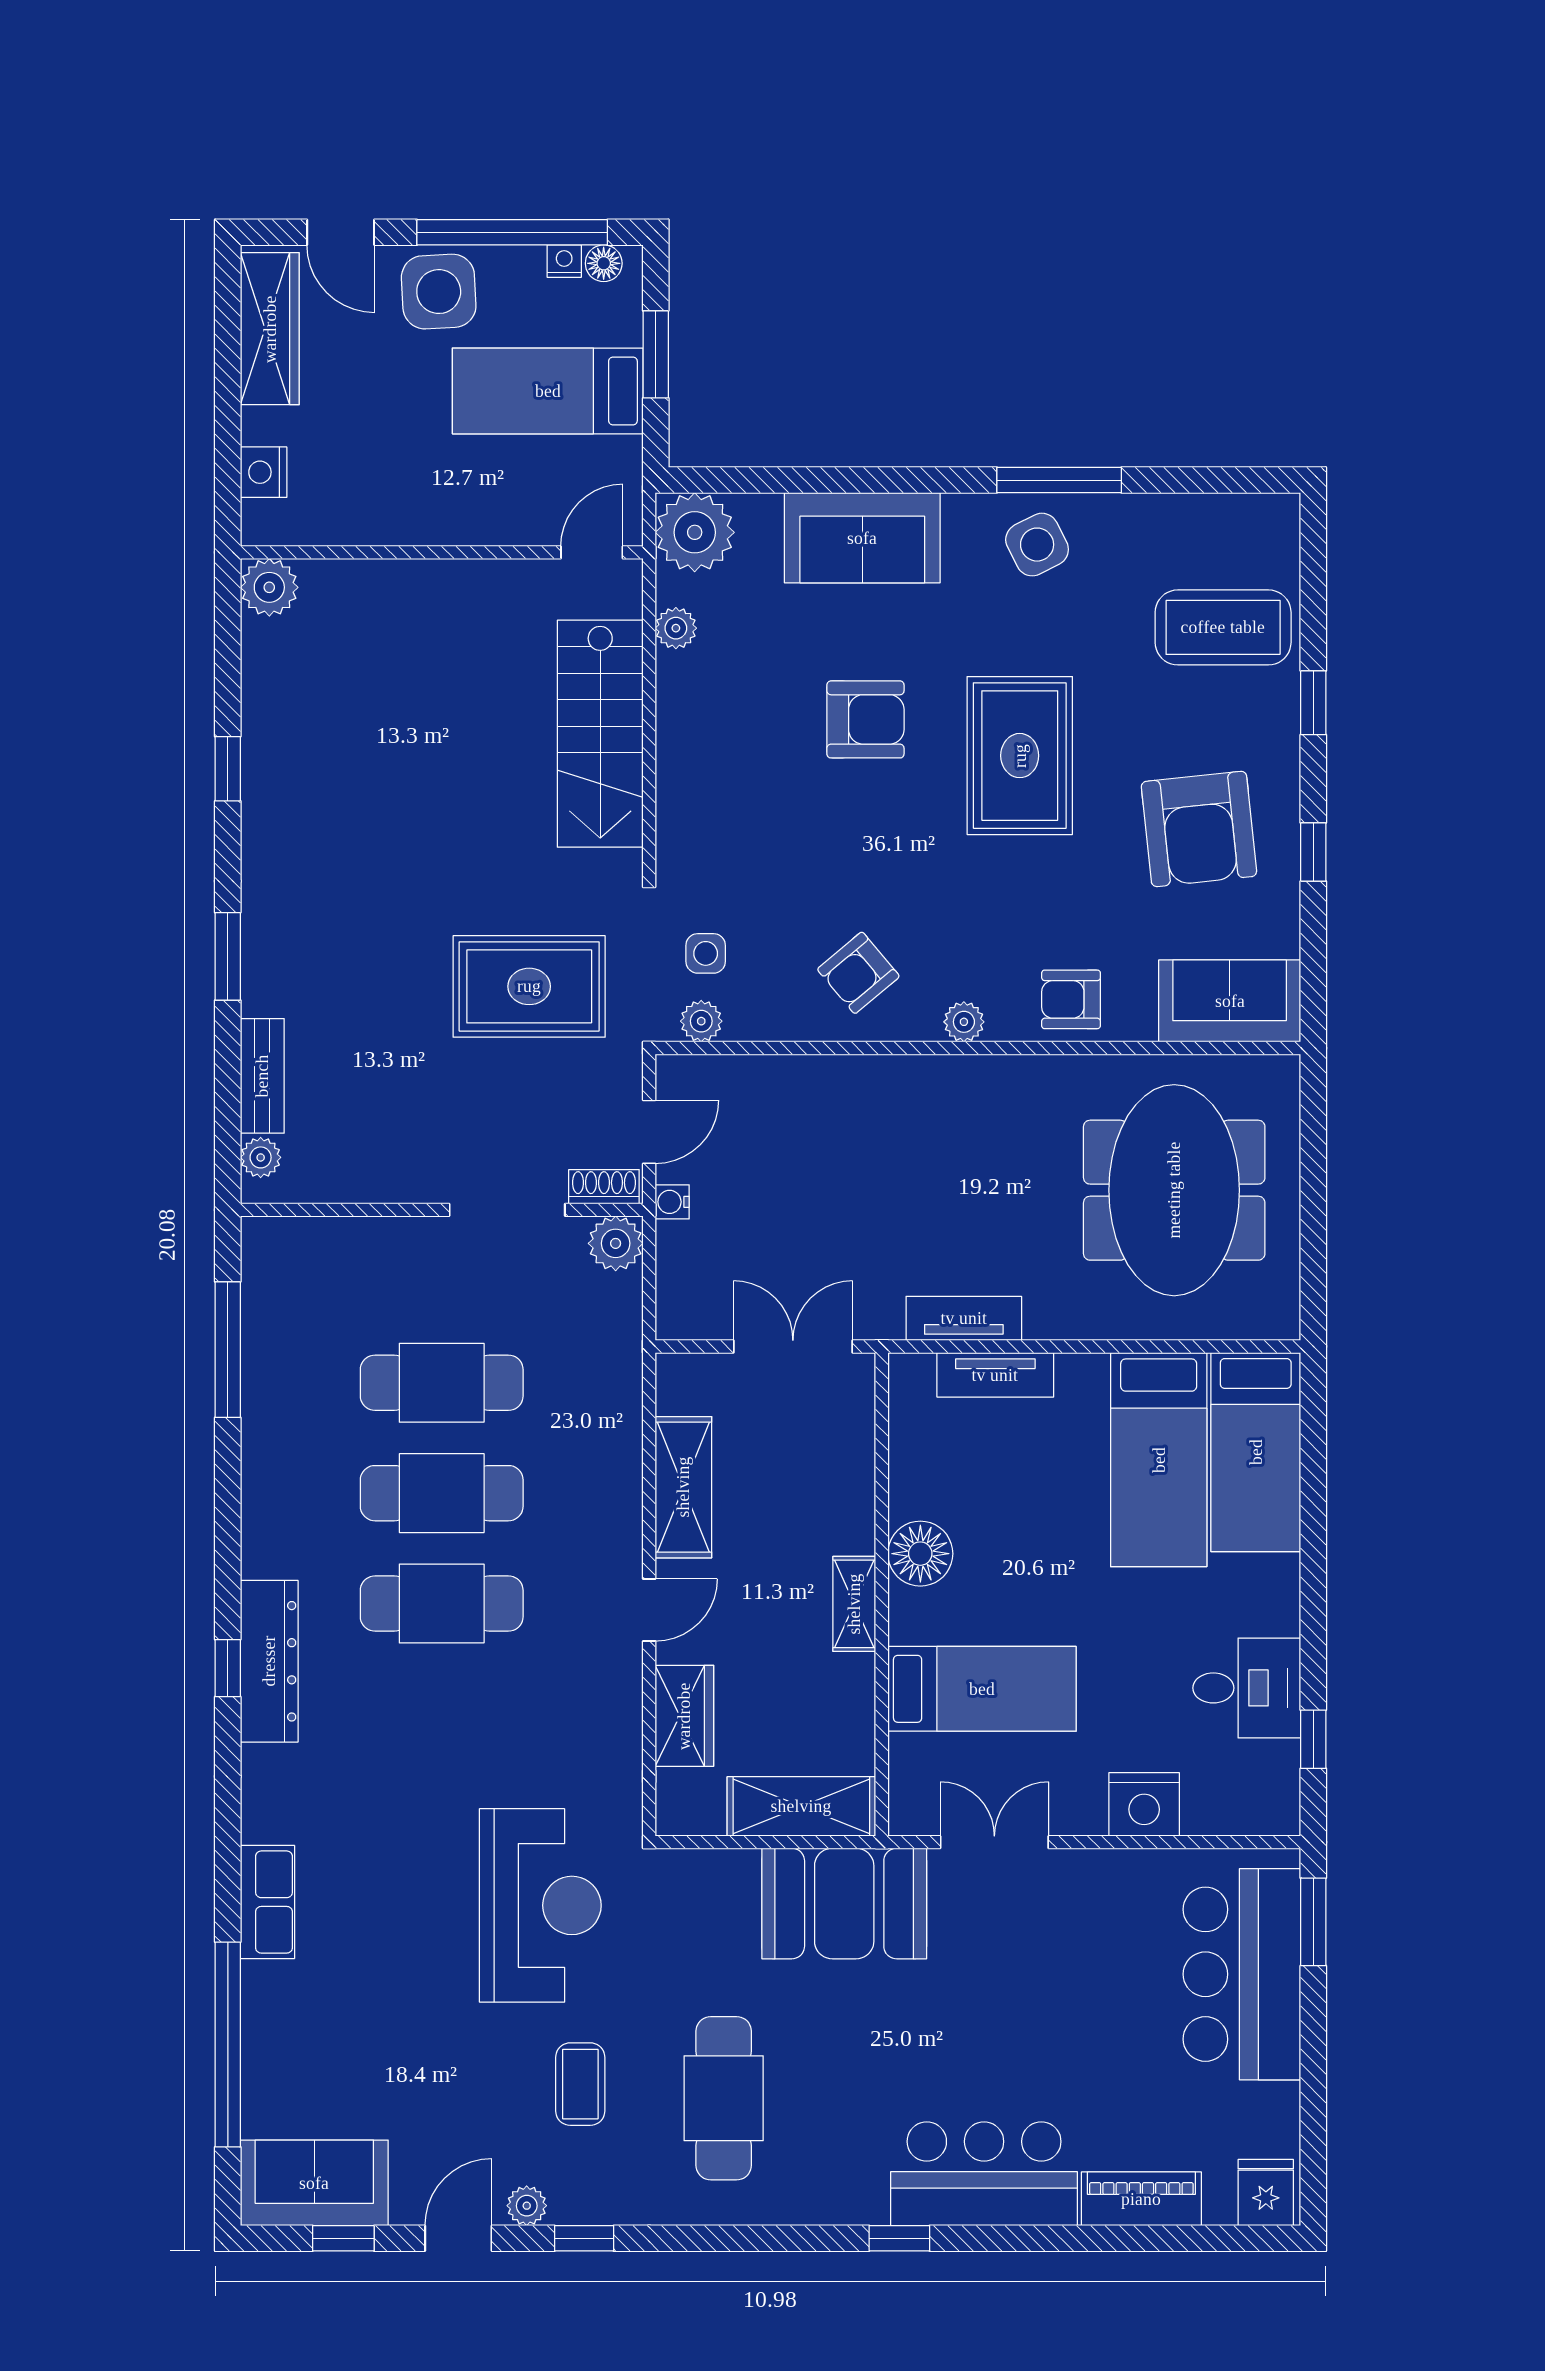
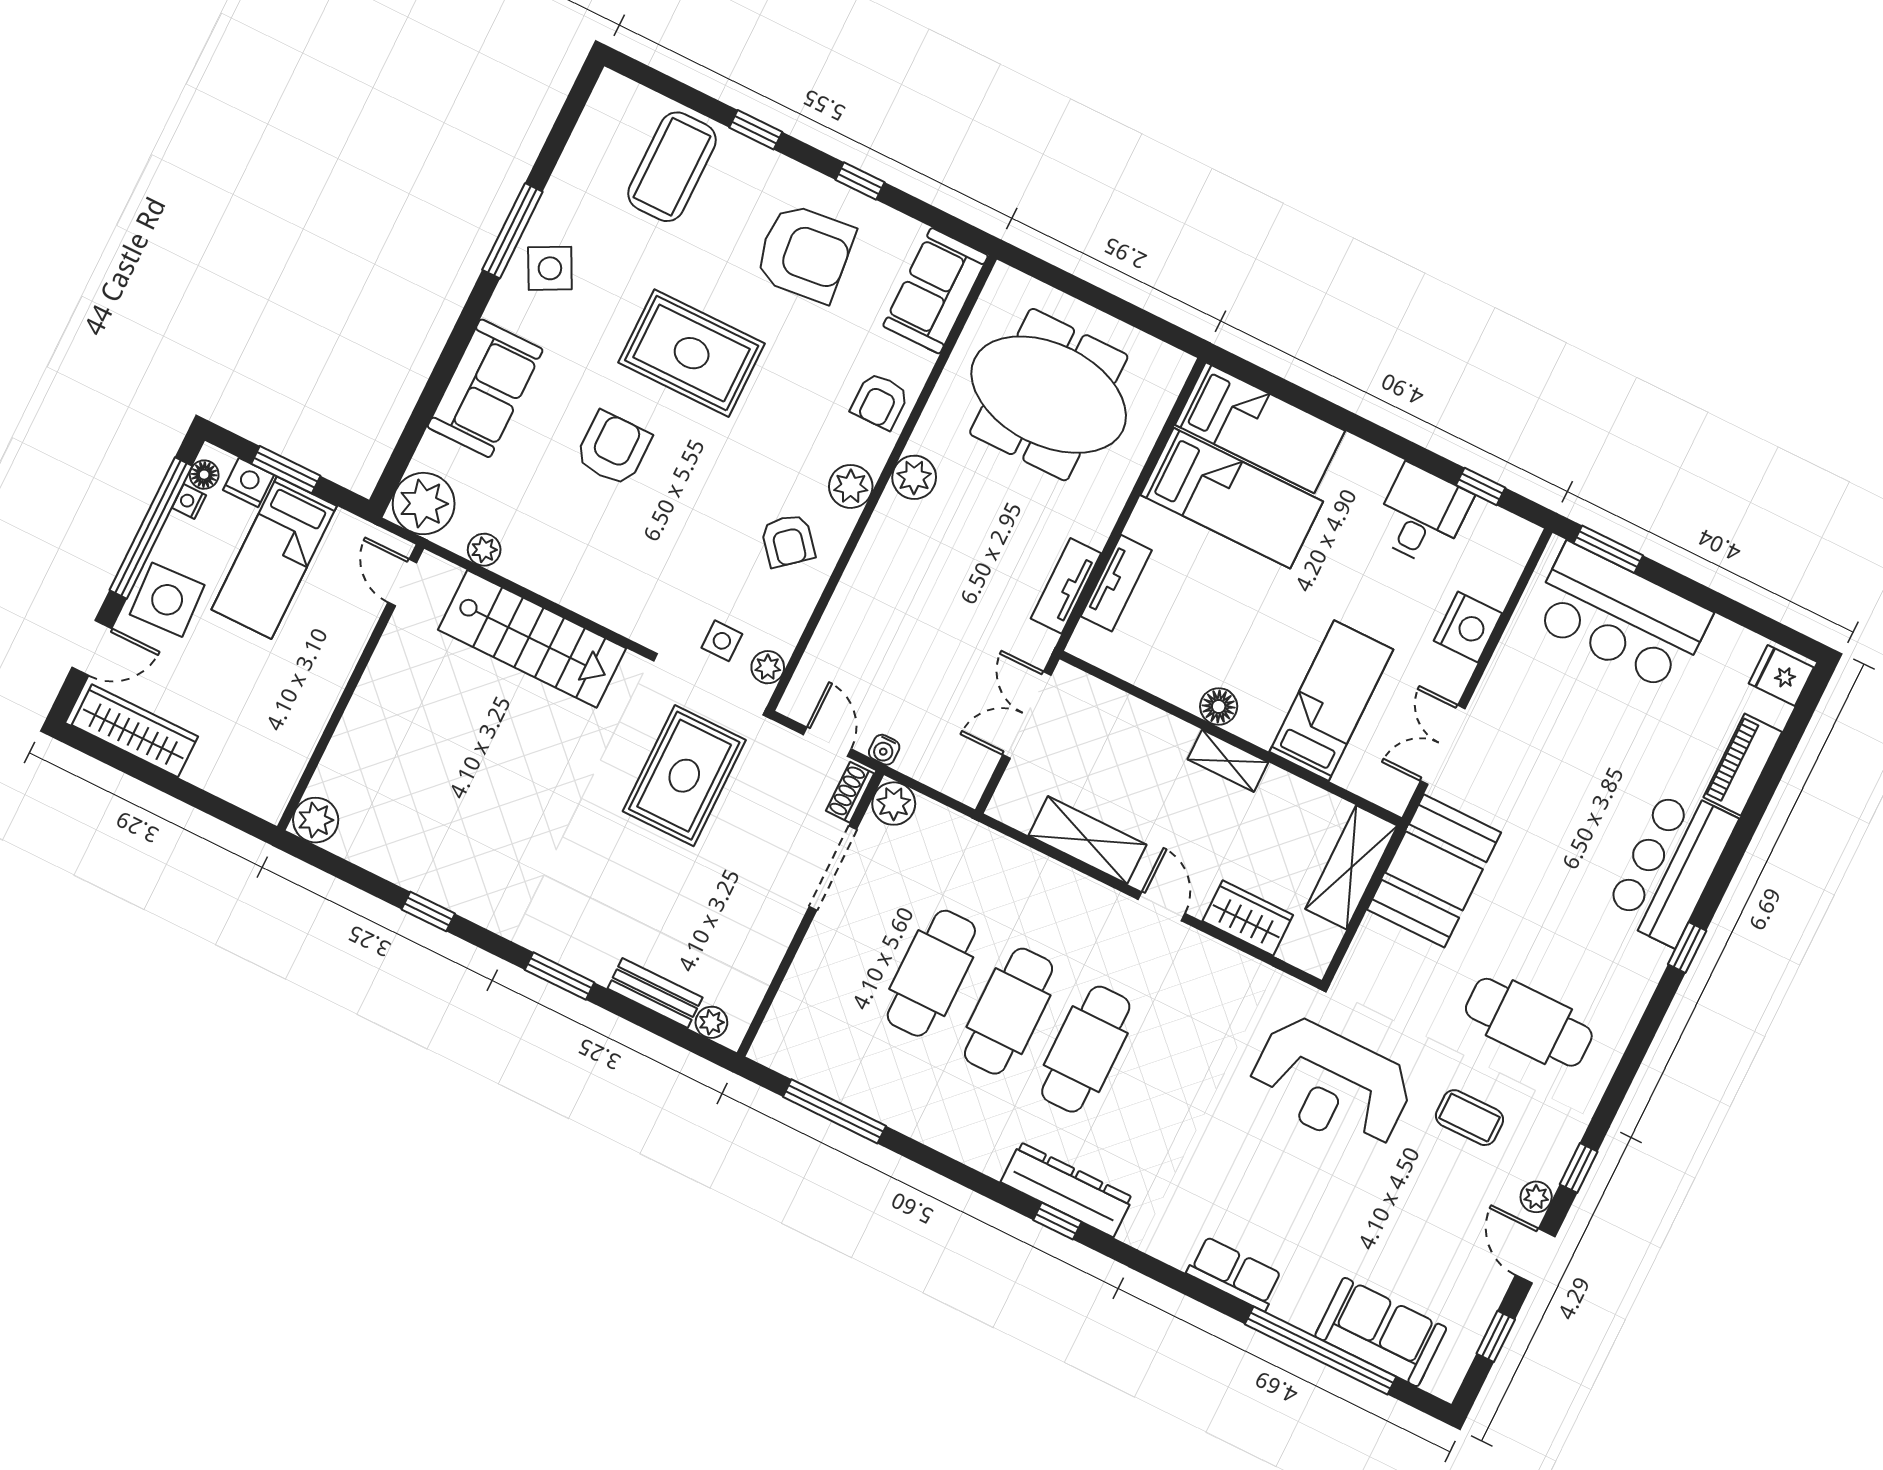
nightstand: (264, 472) -> (248, 482), moved, turned 180
plant: (964, 1022) -> (851, 486), width x1.38, depth x1.38
plant: (1003, 1082) -> (914, 477), added
floor lamp: (920, 1554) -> (1219, 707), width x0.73, depth x0.73
reception desk: (540, 1905) -> (1331, 1084), turned 180
sofa: (314, 2183) -> (1381, 1332), moved, turned 90

